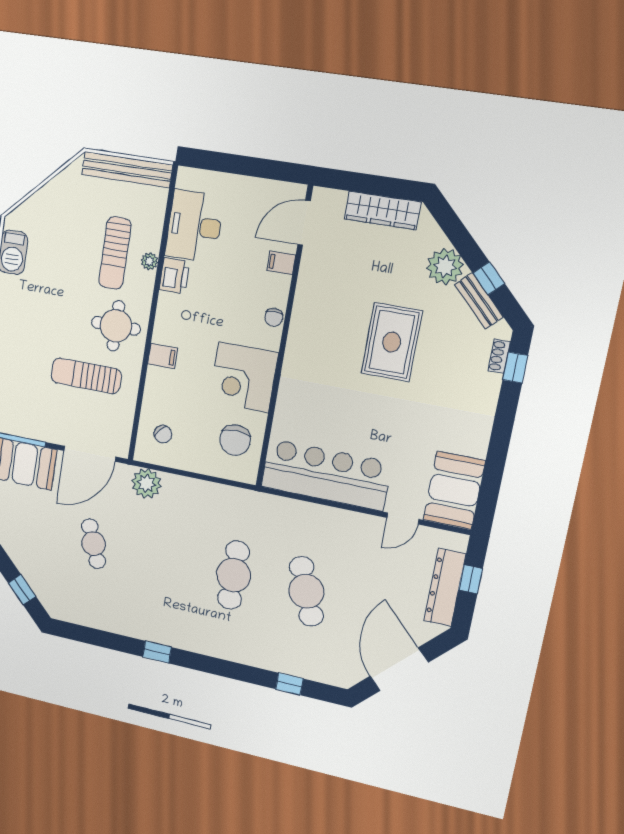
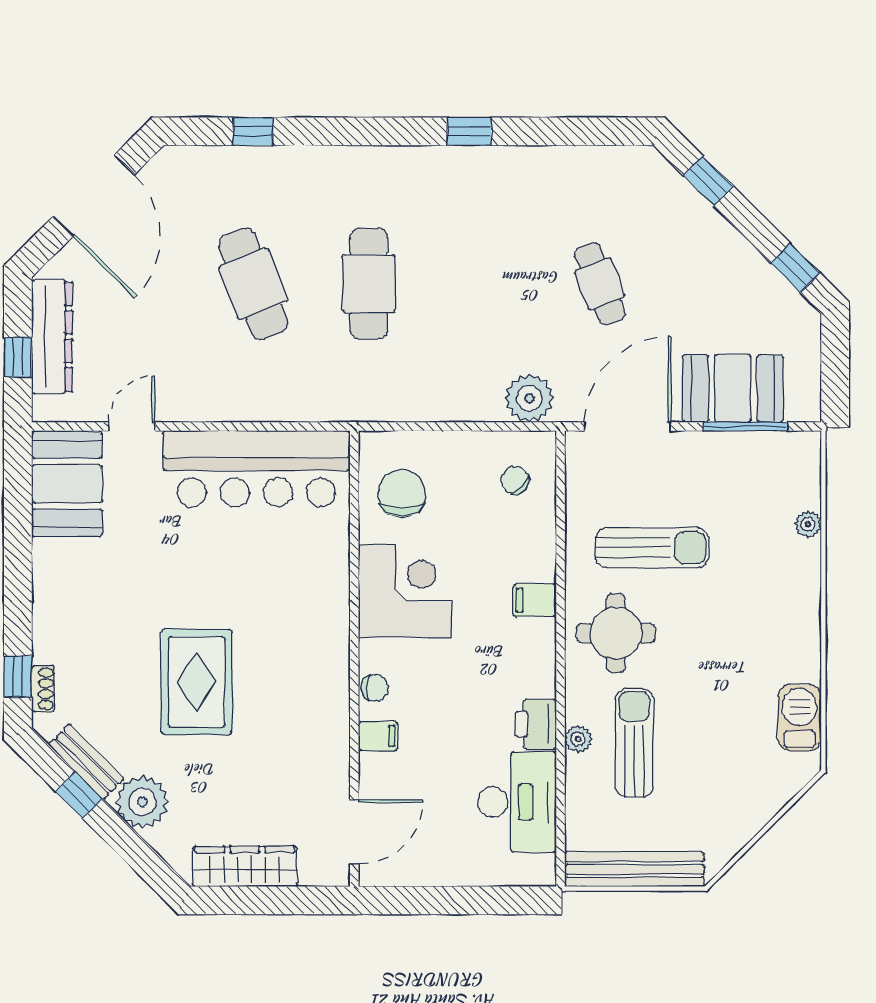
filing cabinet: (281, 263) -> (378, 736), moved
chair: (274, 317) -> (375, 688), turned 90

